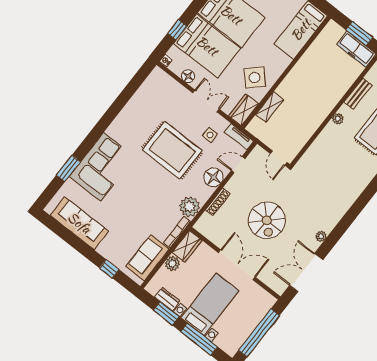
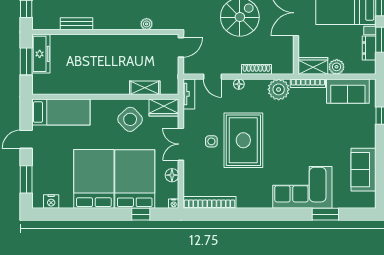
bookcase: (145, 88) -> (209, 202), added
plant: (338, 119) -> (147, 24), moved
side table: (210, 135) -> (211, 141), moved
floor lamp: (213, 177) -> (239, 84), width x0.53, depth x0.53
sofa: (79, 223) -> (363, 170), width x0.73

